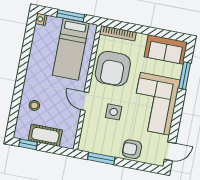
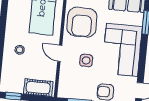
stool: (34, 105) -> (20, 50), moved
cot: (45, 135) -> (38, 88), moved

